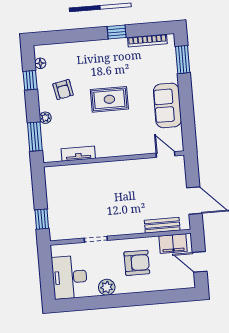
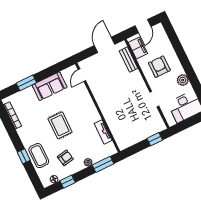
window: (117, 32) -> (24, 156), moved
coffee table: (80, 55) -> (39, 156), added
window: (183, 60) -> (26, 83), moved

